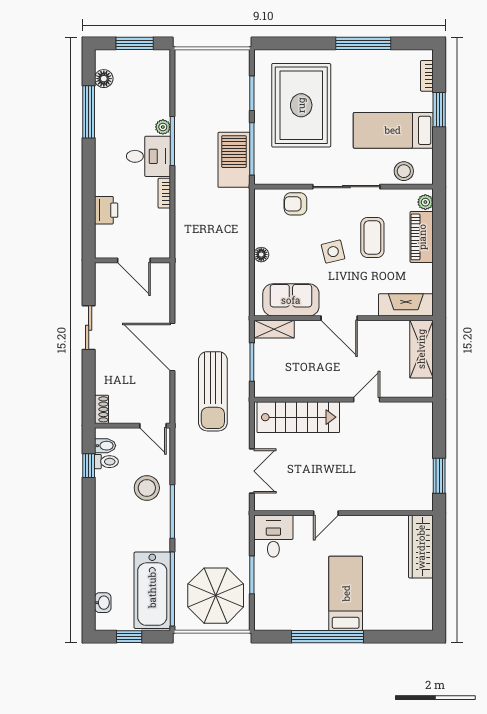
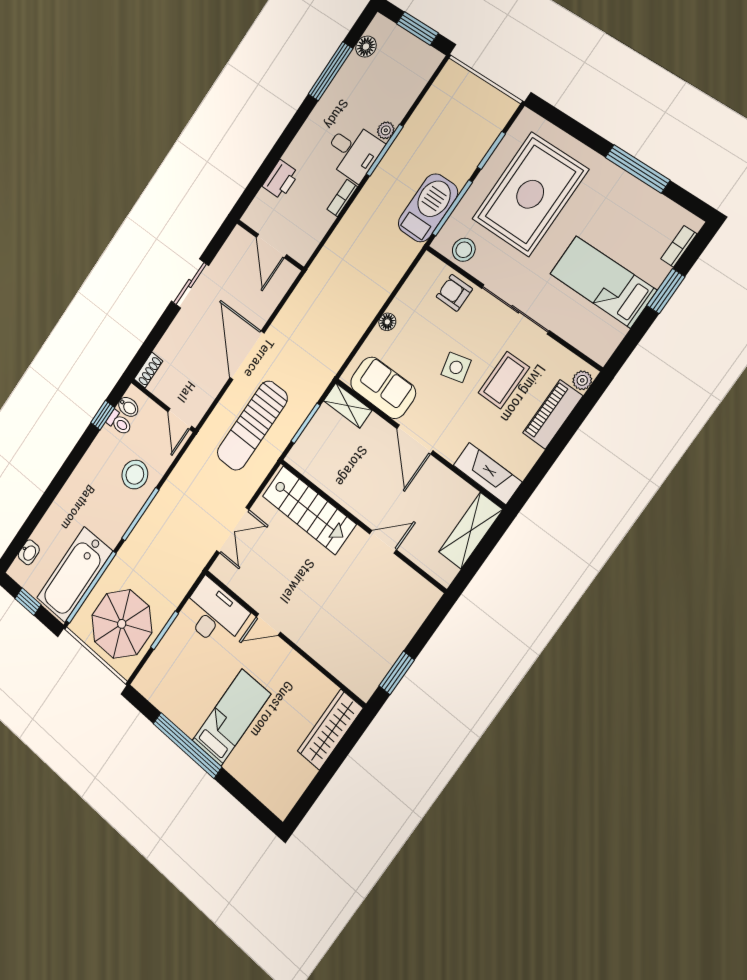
stool: (404, 171) -> (464, 250), moved
desk: (273, 536) -> (214, 614), width x1.37

